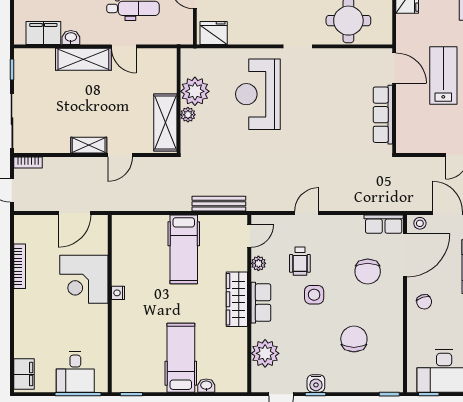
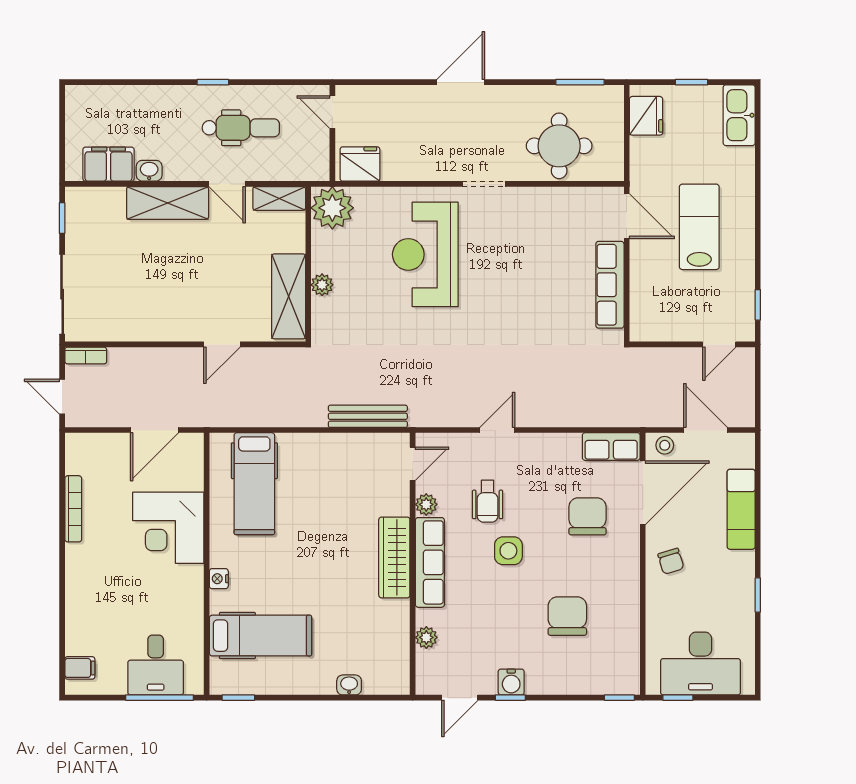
plant: (195, 91) -> (332, 208), moved
shelving: (89, 145) -> (279, 198), moved
hospital bed: (184, 249) -> (254, 484), moved
chair: (368, 271) -> (587, 516), turned 180
nightstand: (118, 293) -> (219, 579), moved
row of seats: (261, 303) -> (430, 562), width x1.48
plant: (265, 353) -> (426, 637), width x0.53, depth x0.53
hospital bed: (181, 358) -> (260, 636), moved, turned 90
filing cabinet: (24, 374) -> (80, 668), width x0.50

